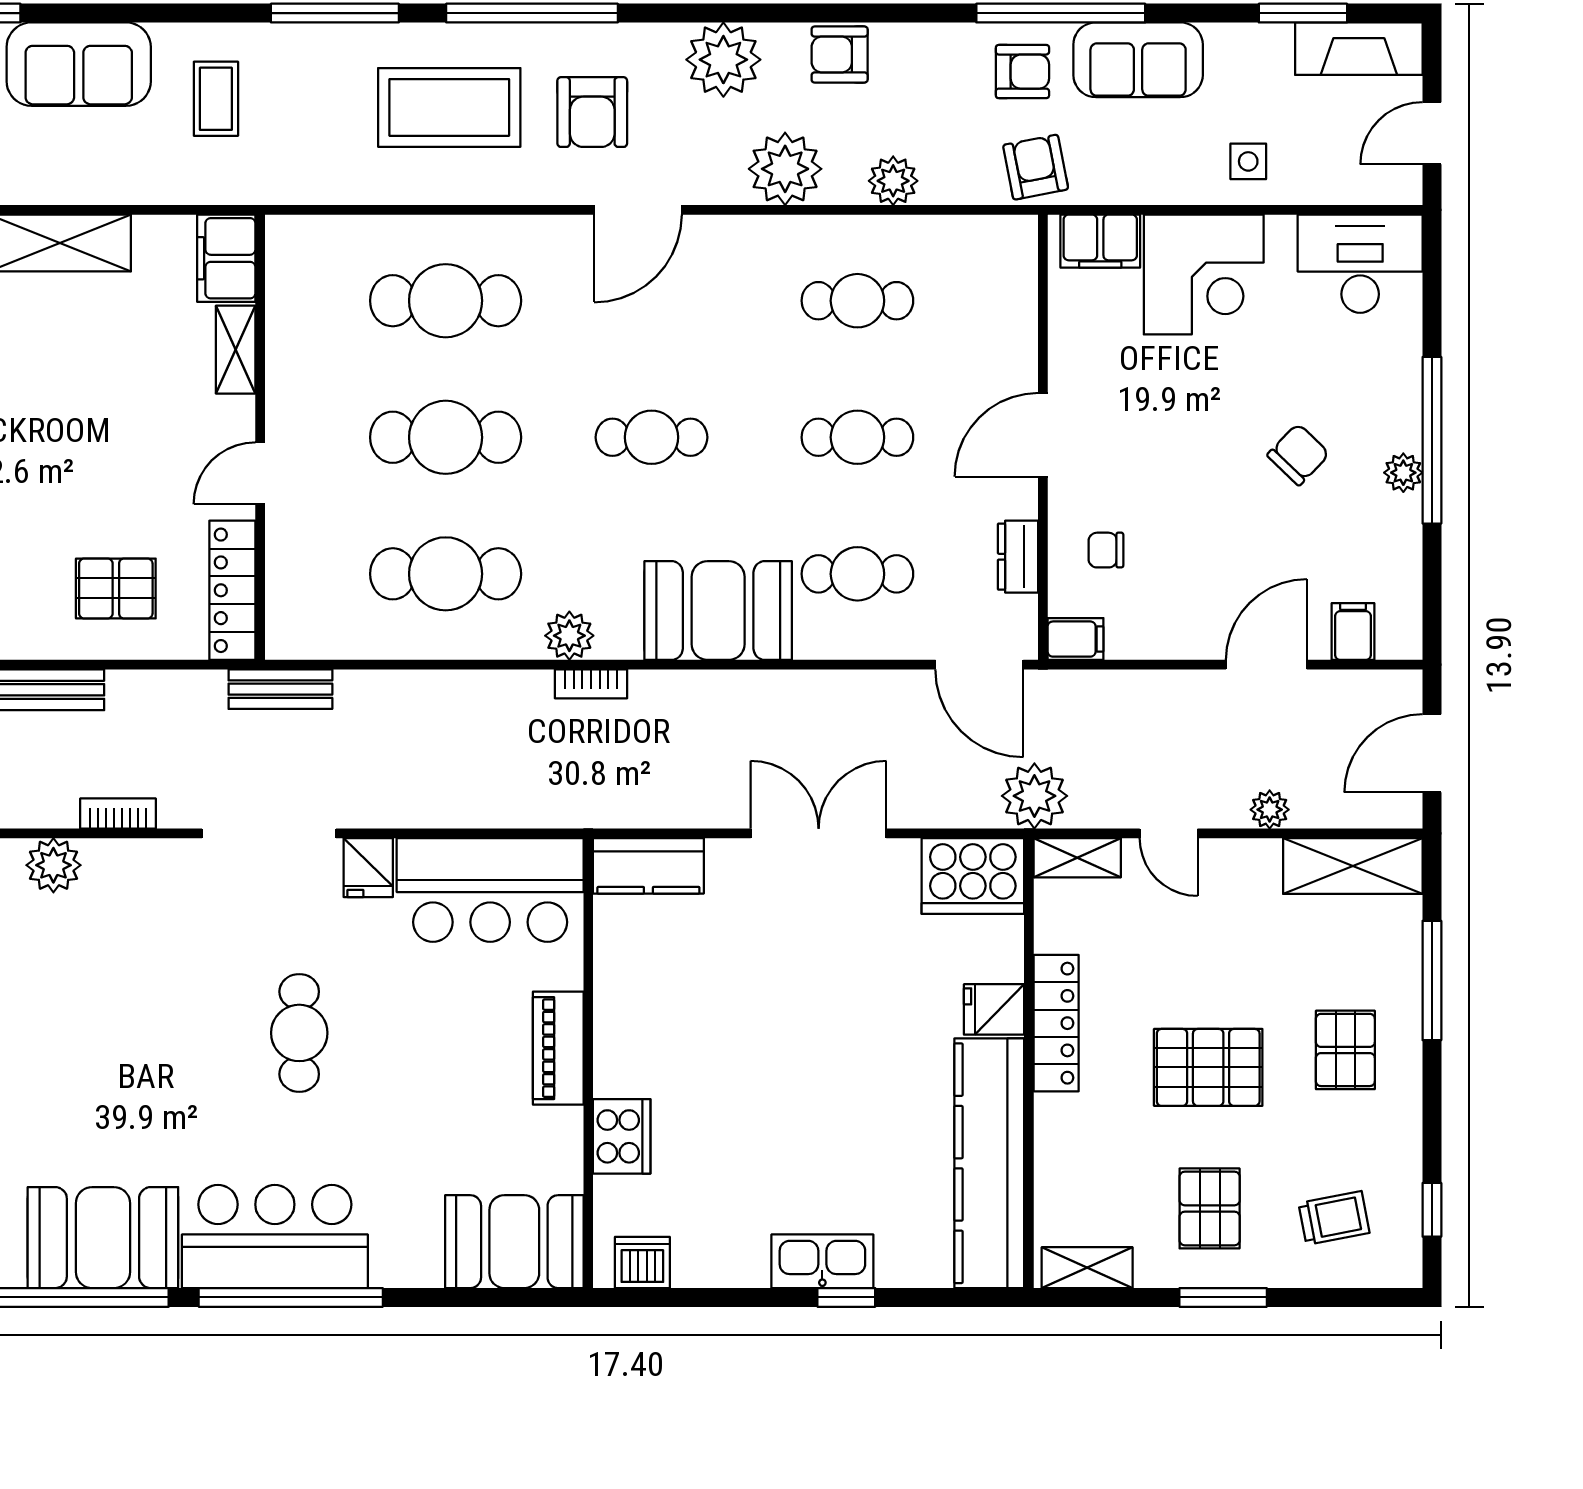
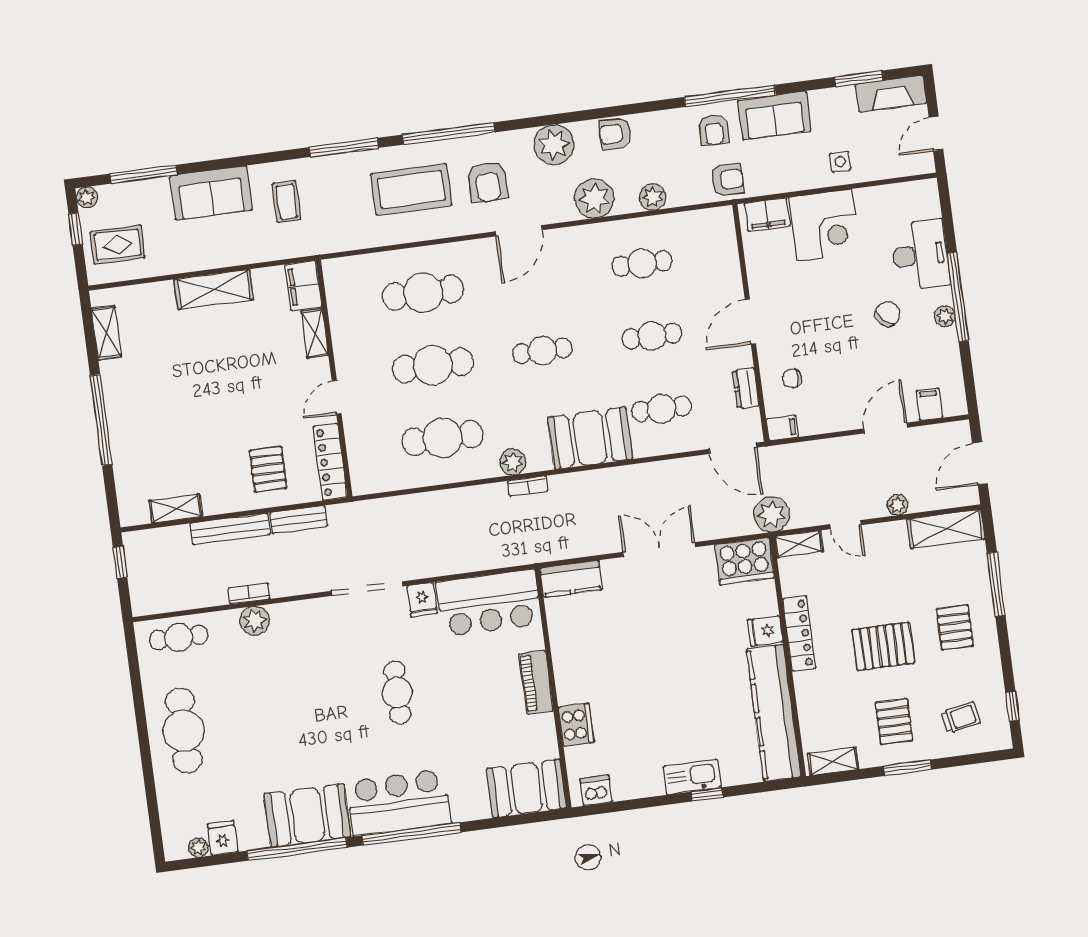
armchair: (1022, 72) -> (714, 130), turned 90
armchair: (1036, 167) -> (727, 180), turned 101
desk: (1360, 264) -> (921, 255), moved, turned 90
pallet: (116, 588) -> (268, 469), turned 90
bench: (280, 689) -> (299, 520), moved
bookcase: (118, 814) -> (249, 594), moved

